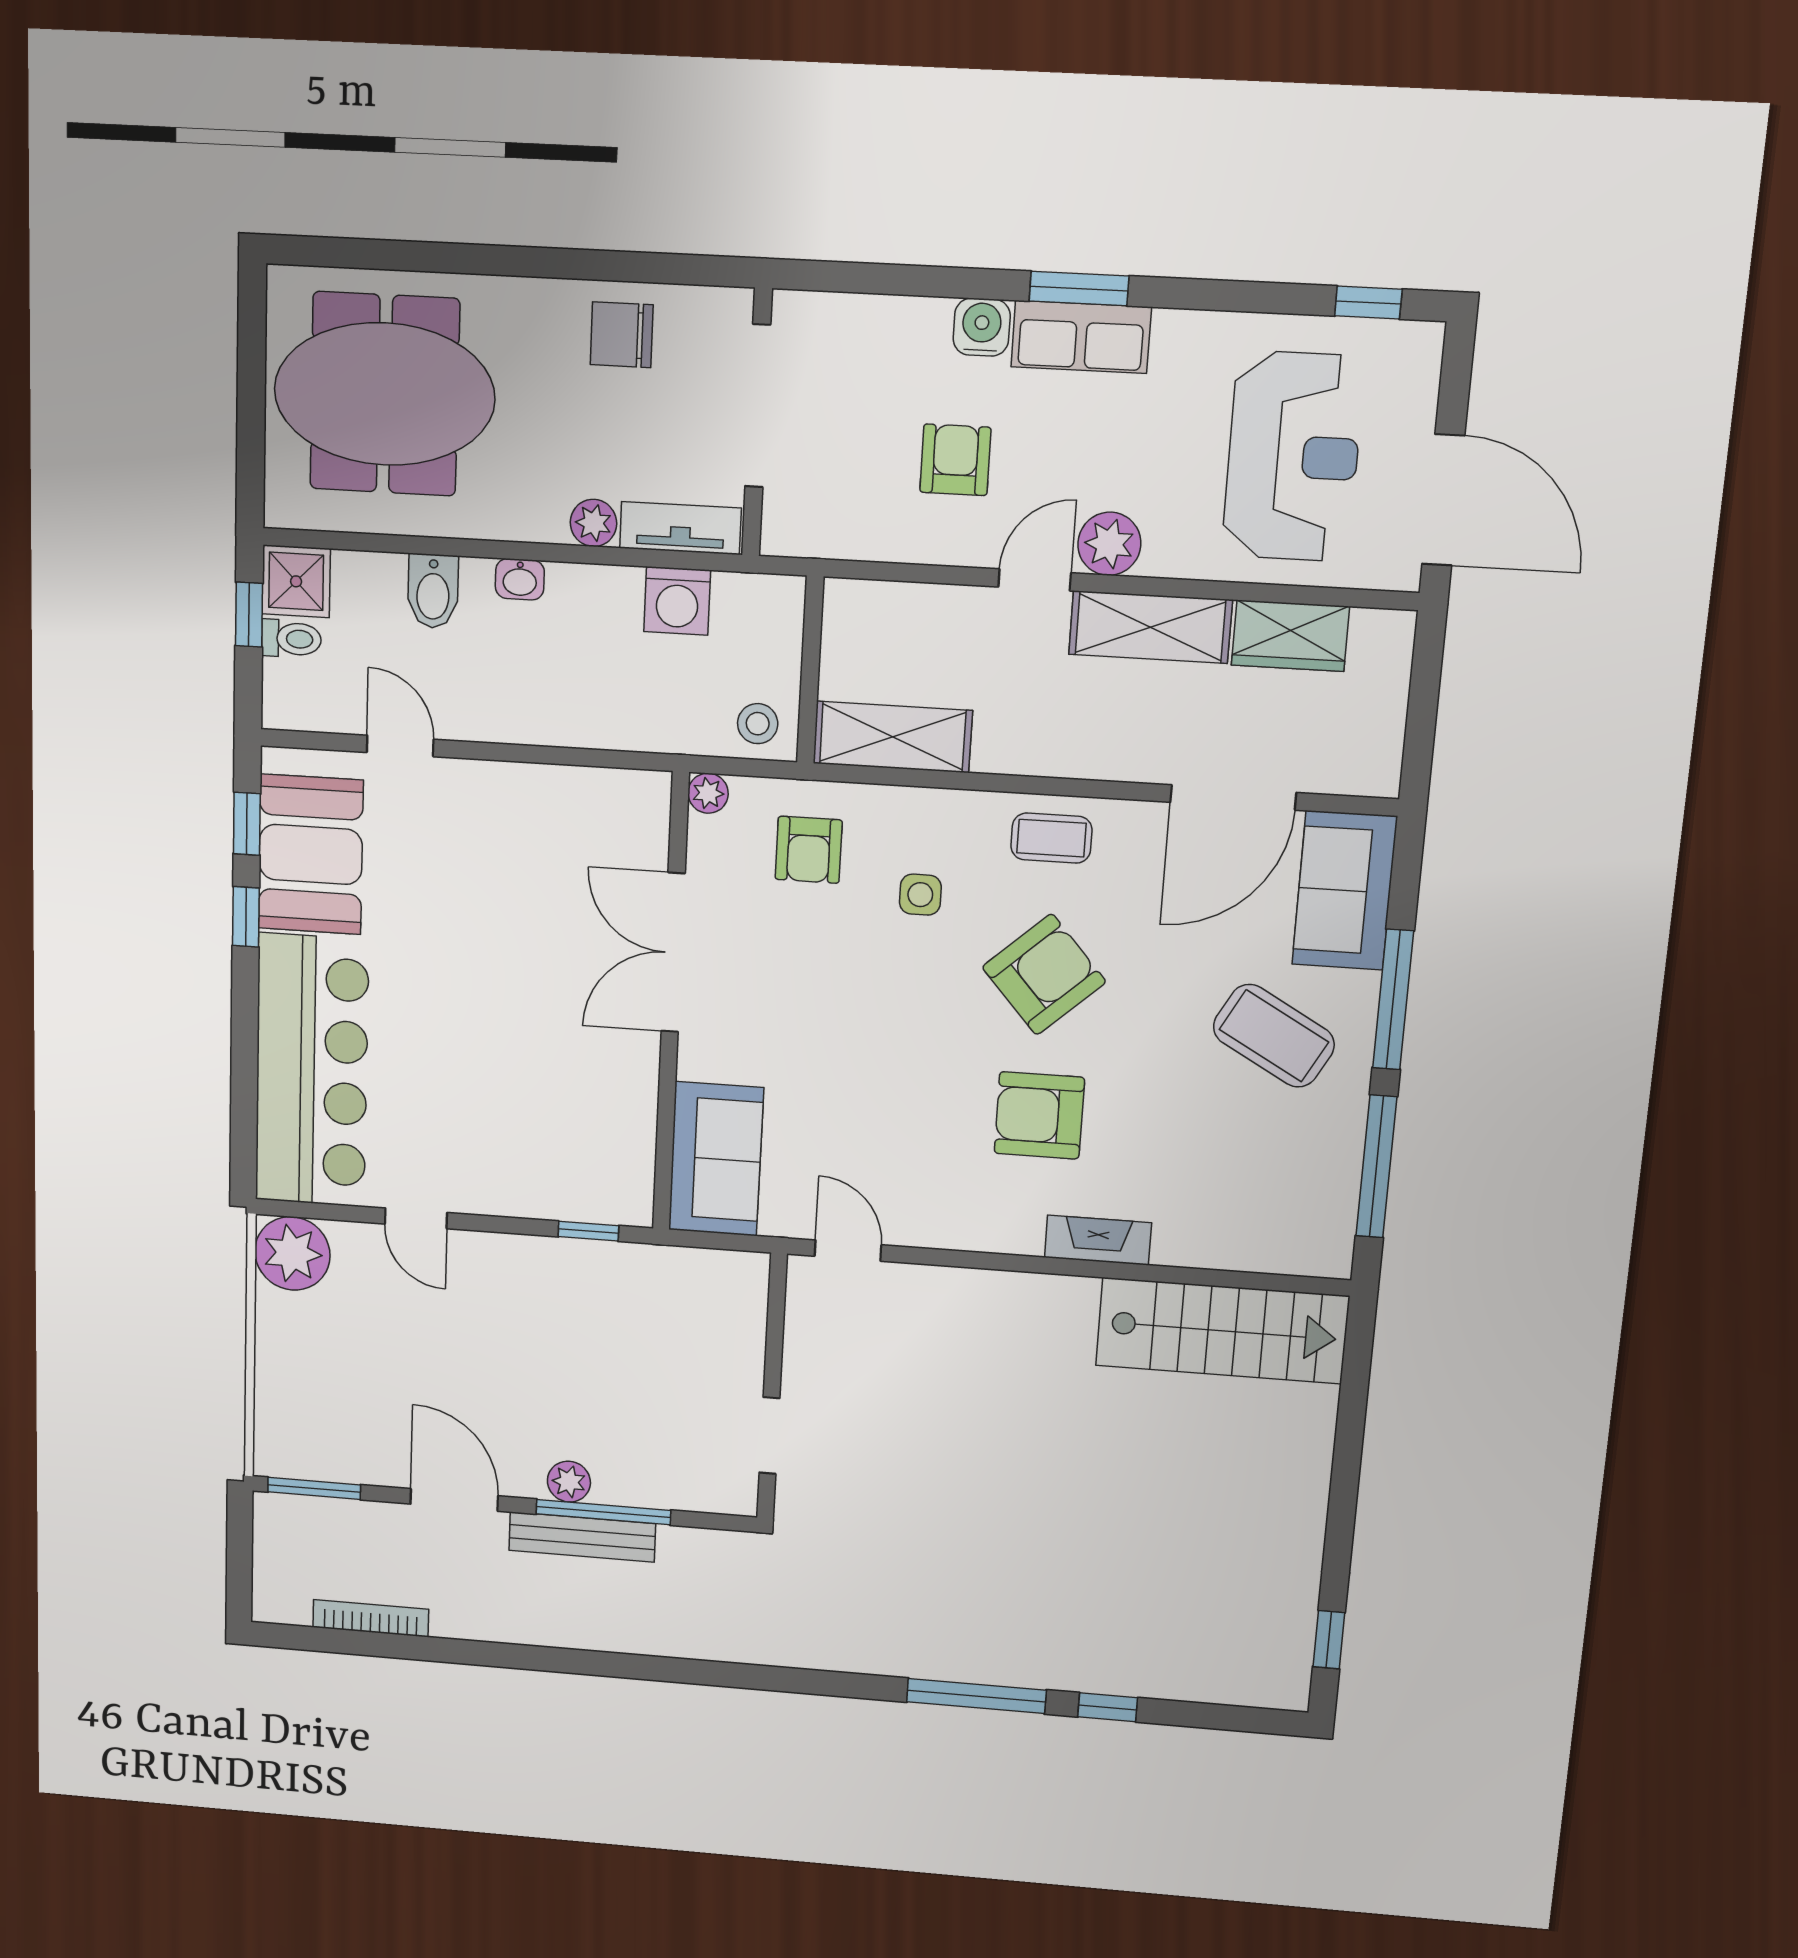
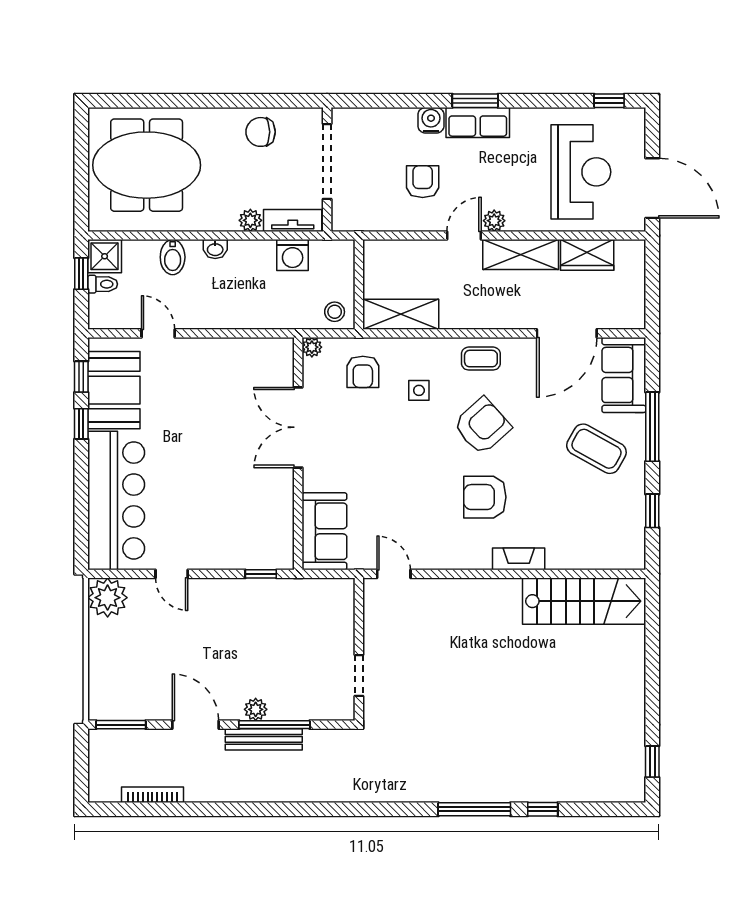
plant: (1109, 544) -> (494, 221), width x0.73, depth x0.73
window: (1376, 1167) -> (652, 511), width x0.46

